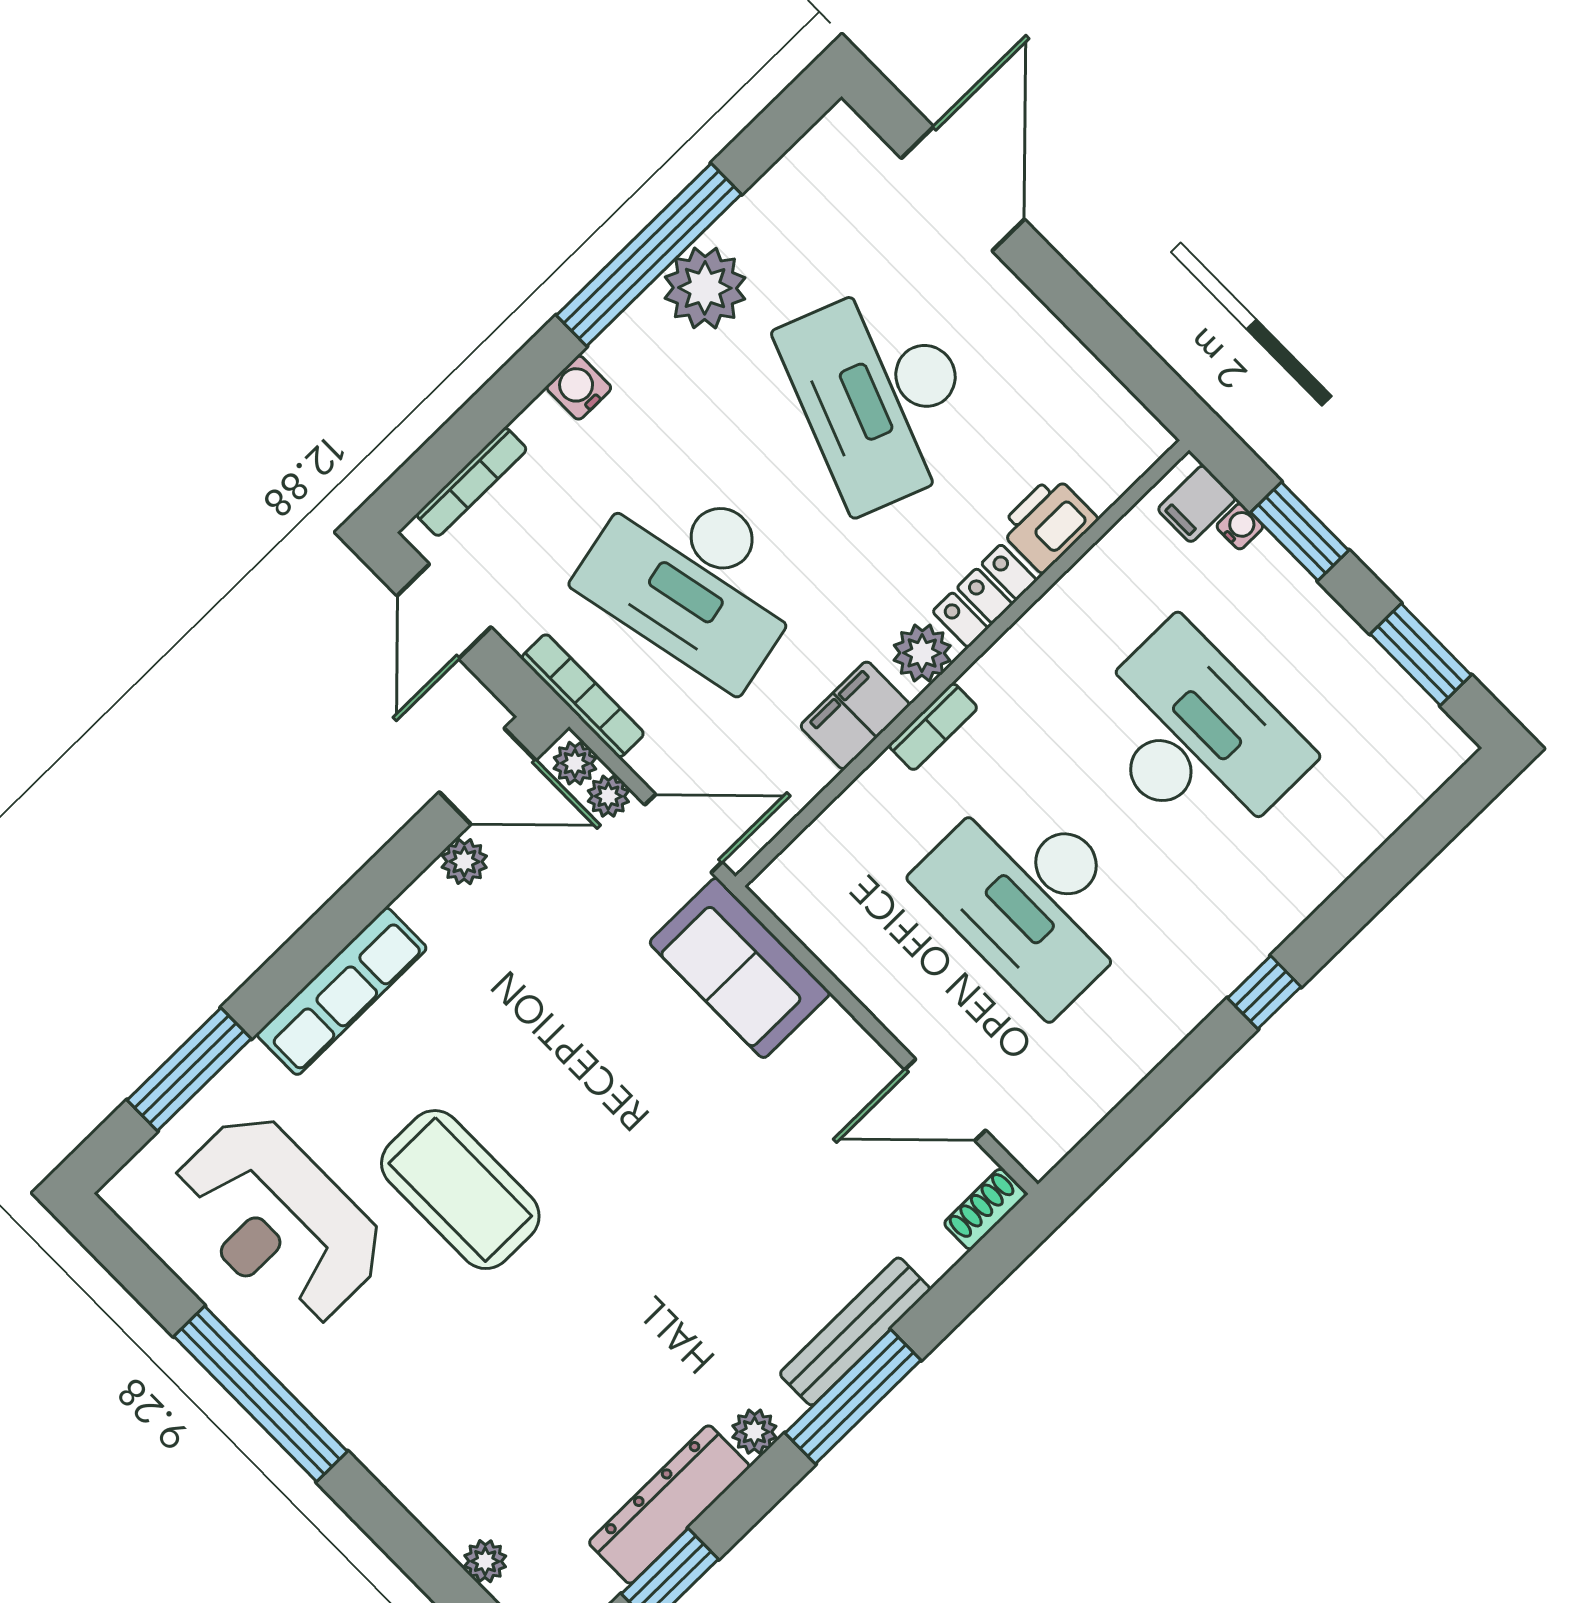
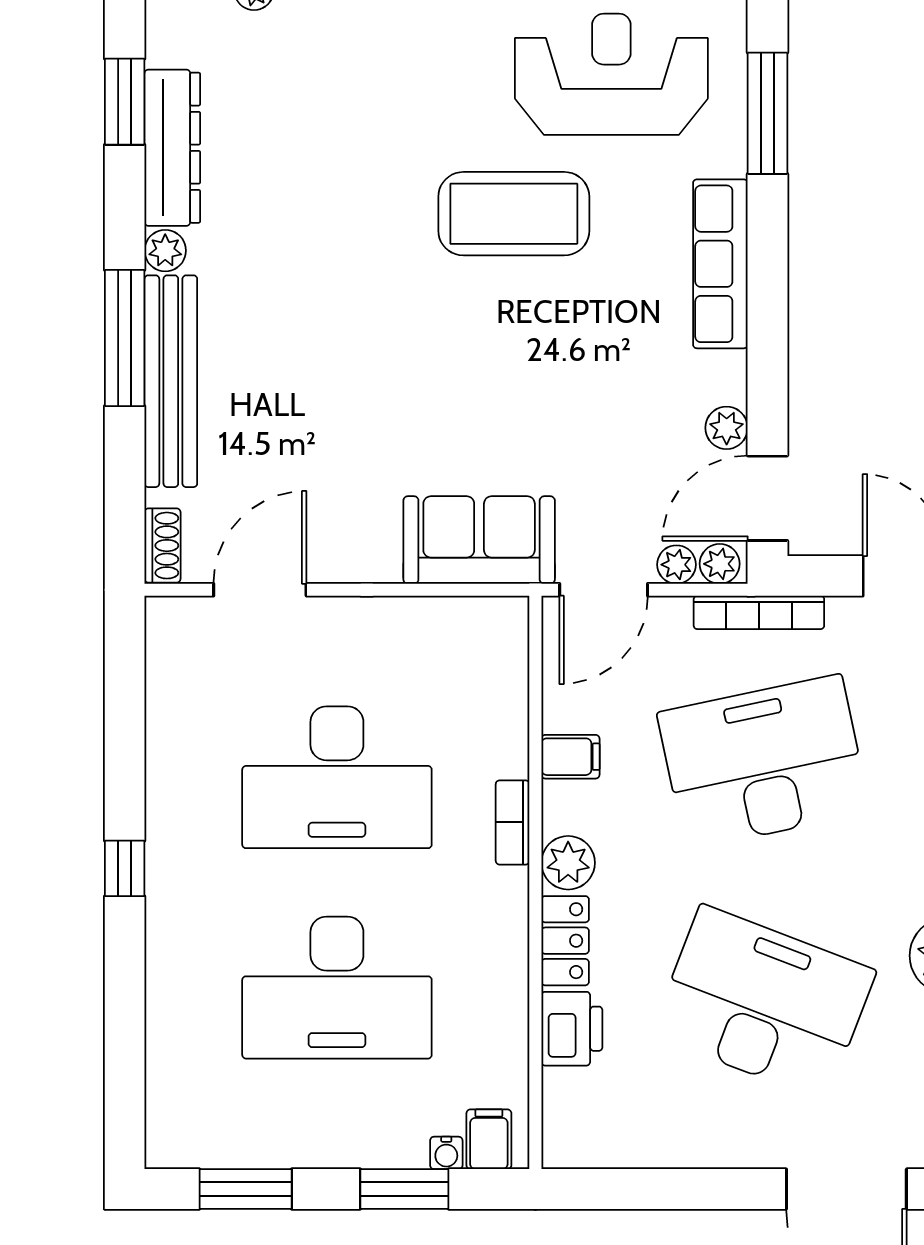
filing cabinet: (855, 715) -> (570, 757), width x0.50
desk: (1032, 897) -> (337, 777), turned 180
bench: (855, 1331) -> (171, 381), width x1.37, depth x1.21

